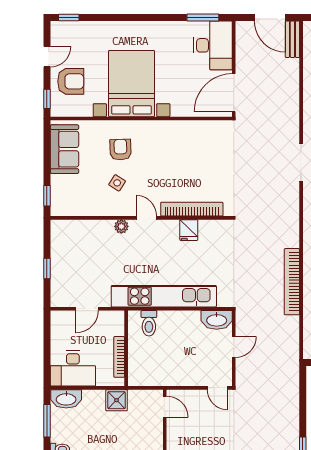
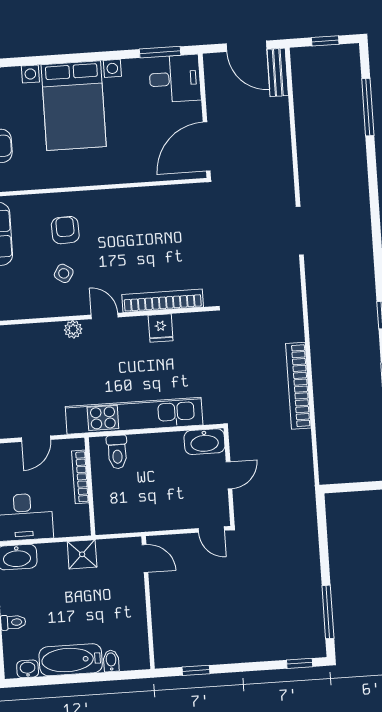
desk: (213, 45) -> (175, 79), width x0.73
bed with nightstands: (132, 84) -> (74, 106), moved, turned 180
bookcase: (119, 357) -> (80, 477), moved

